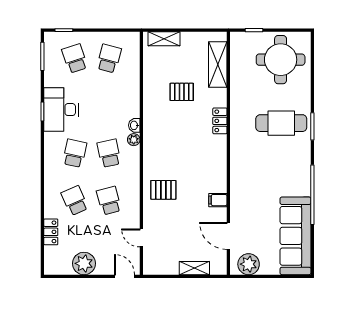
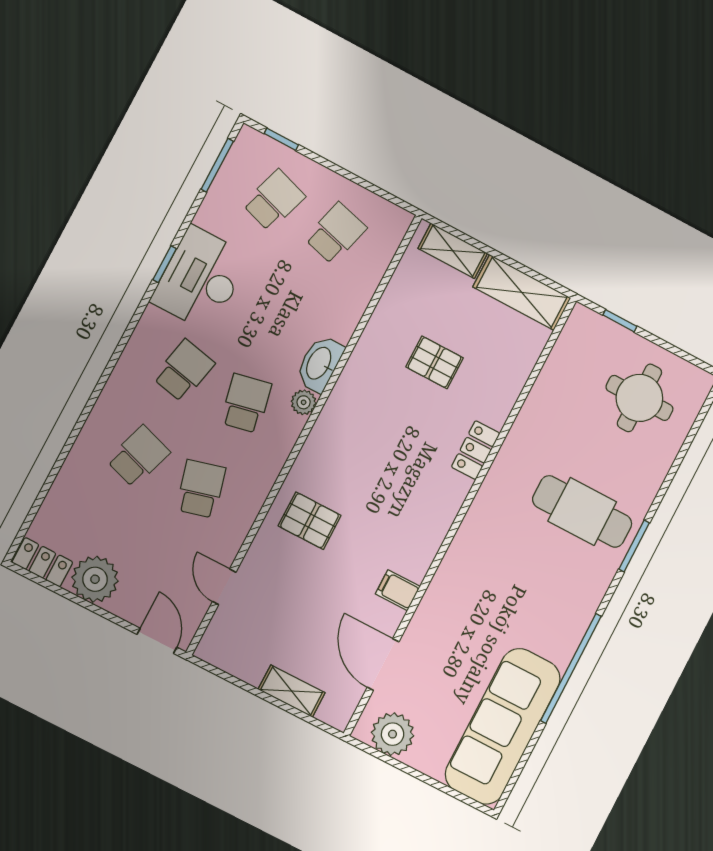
school desk: (75, 58) -> (274, 200), turned 36
round table: (281, 60) -> (639, 398), width x0.73, depth x0.73
shelving: (218, 65) -> (522, 292), moved, turned 90
washbasin: (134, 125) -> (320, 364), width x1.91, depth x1.45
school desk: (75, 201) -> (138, 456), turned 42
locker: (51, 232) -> (42, 562), moved, turned -90

